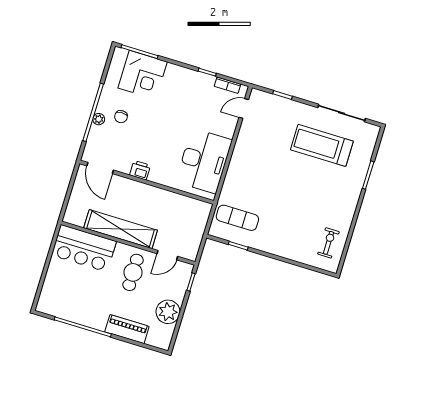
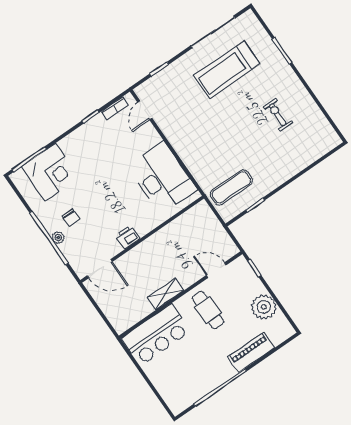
shelving: (121, 229) -> (165, 294), width x0.45, depth x0.75
exercise bike: (328, 243) -> (278, 115), moved
door: (167, 255) -> (216, 270), swing flipped

